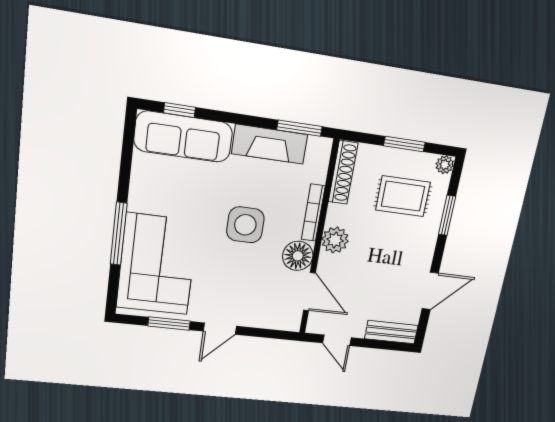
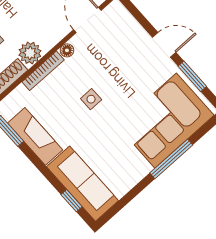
side table: (245, 225) -> (91, 99), width x0.54, depth x0.54
plant: (335, 240) -> (30, 53), moved
floor lamp: (298, 256) -> (67, 50), width x0.53, depth x0.53

